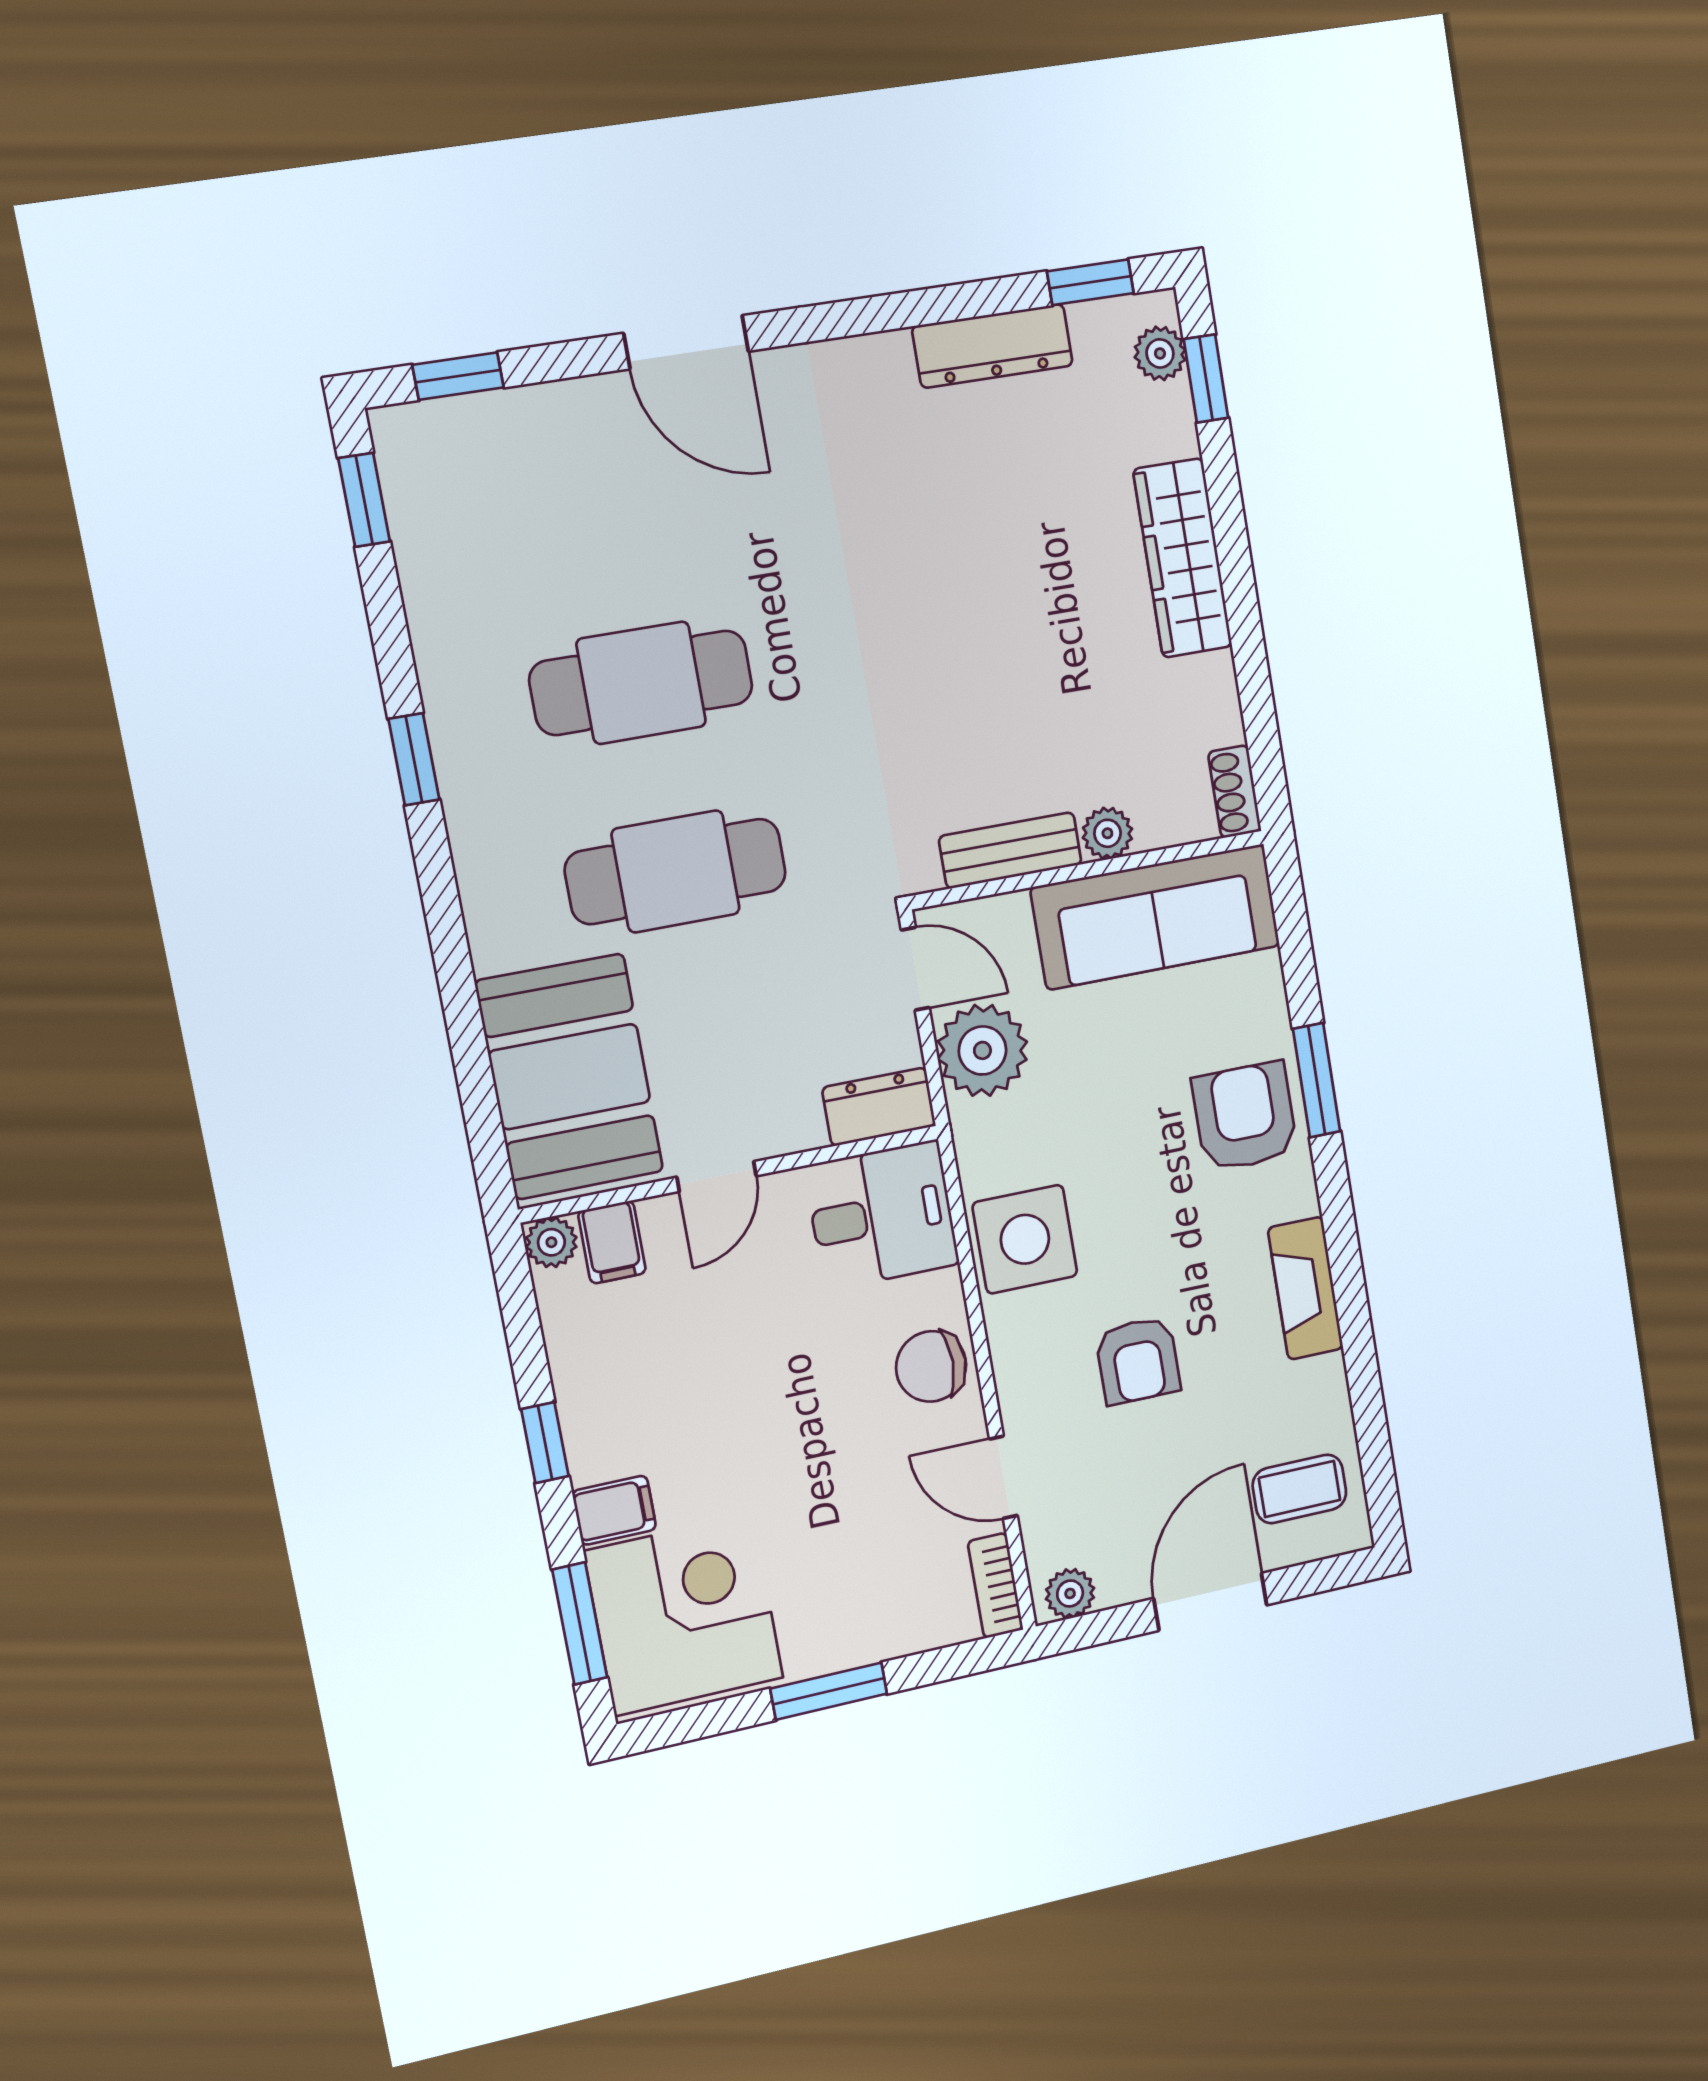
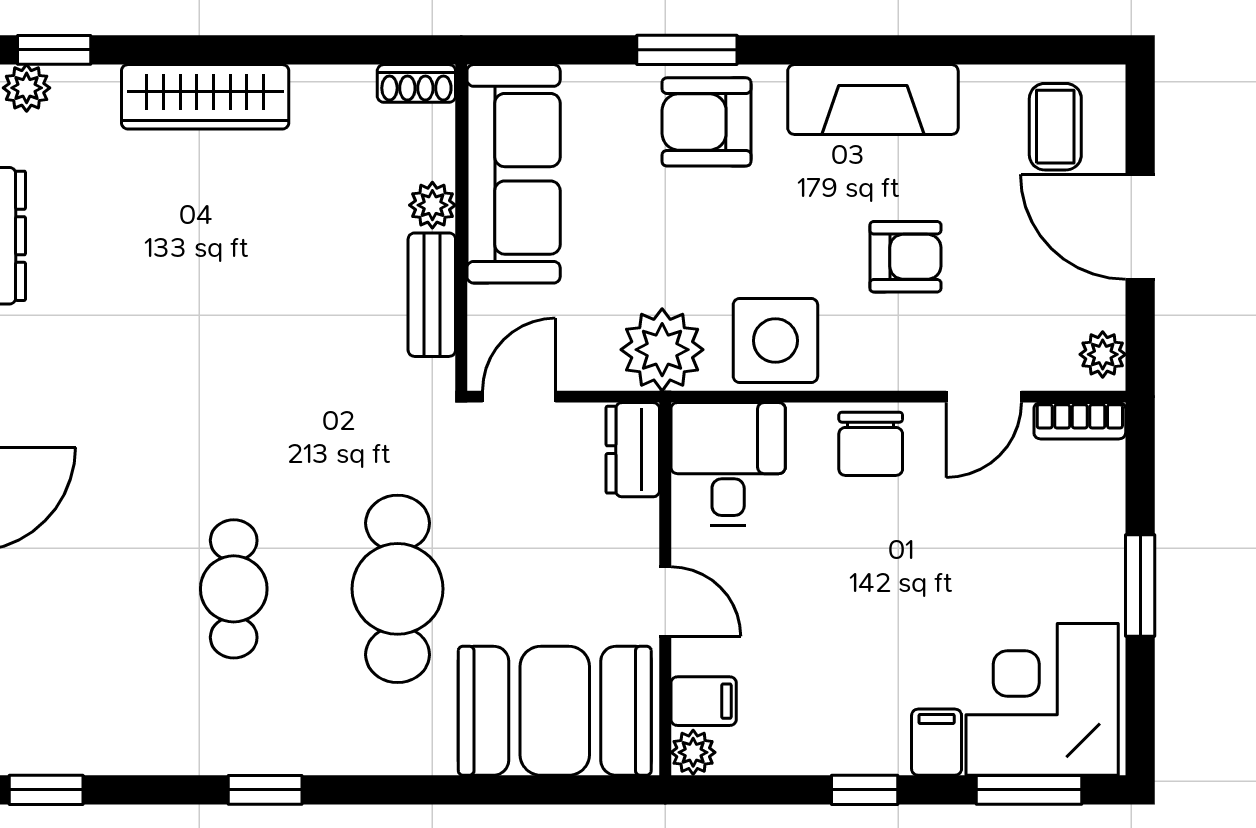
cafe table: (641, 683) -> (234, 589), width x0.73, depth x0.74
plant: (982, 1050) -> (662, 350), moved
fireplace: (1305, 1288) -> (873, 99), width x1.37, depth x1.32

